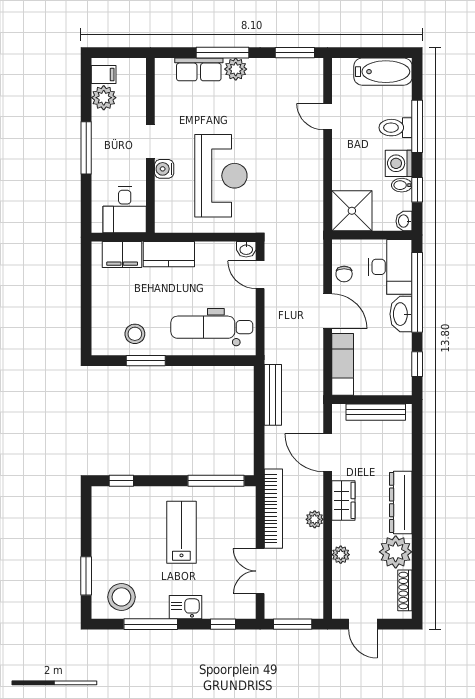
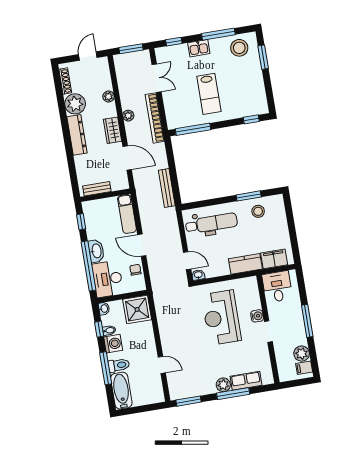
bathtub: (383, 72) -> (121, 391), moved, turned 90
bench: (376, 412) -> (97, 189), width x0.73
door: (363, 624) -> (88, 56), hinge flipped

